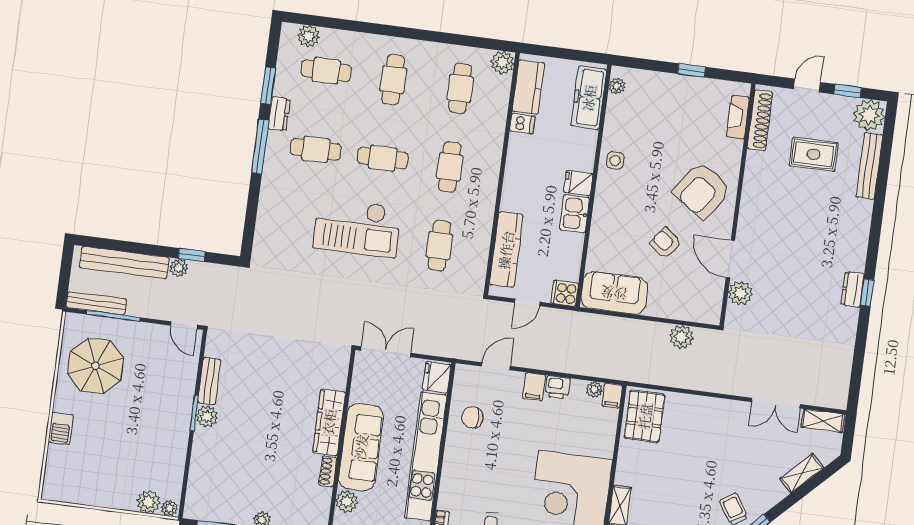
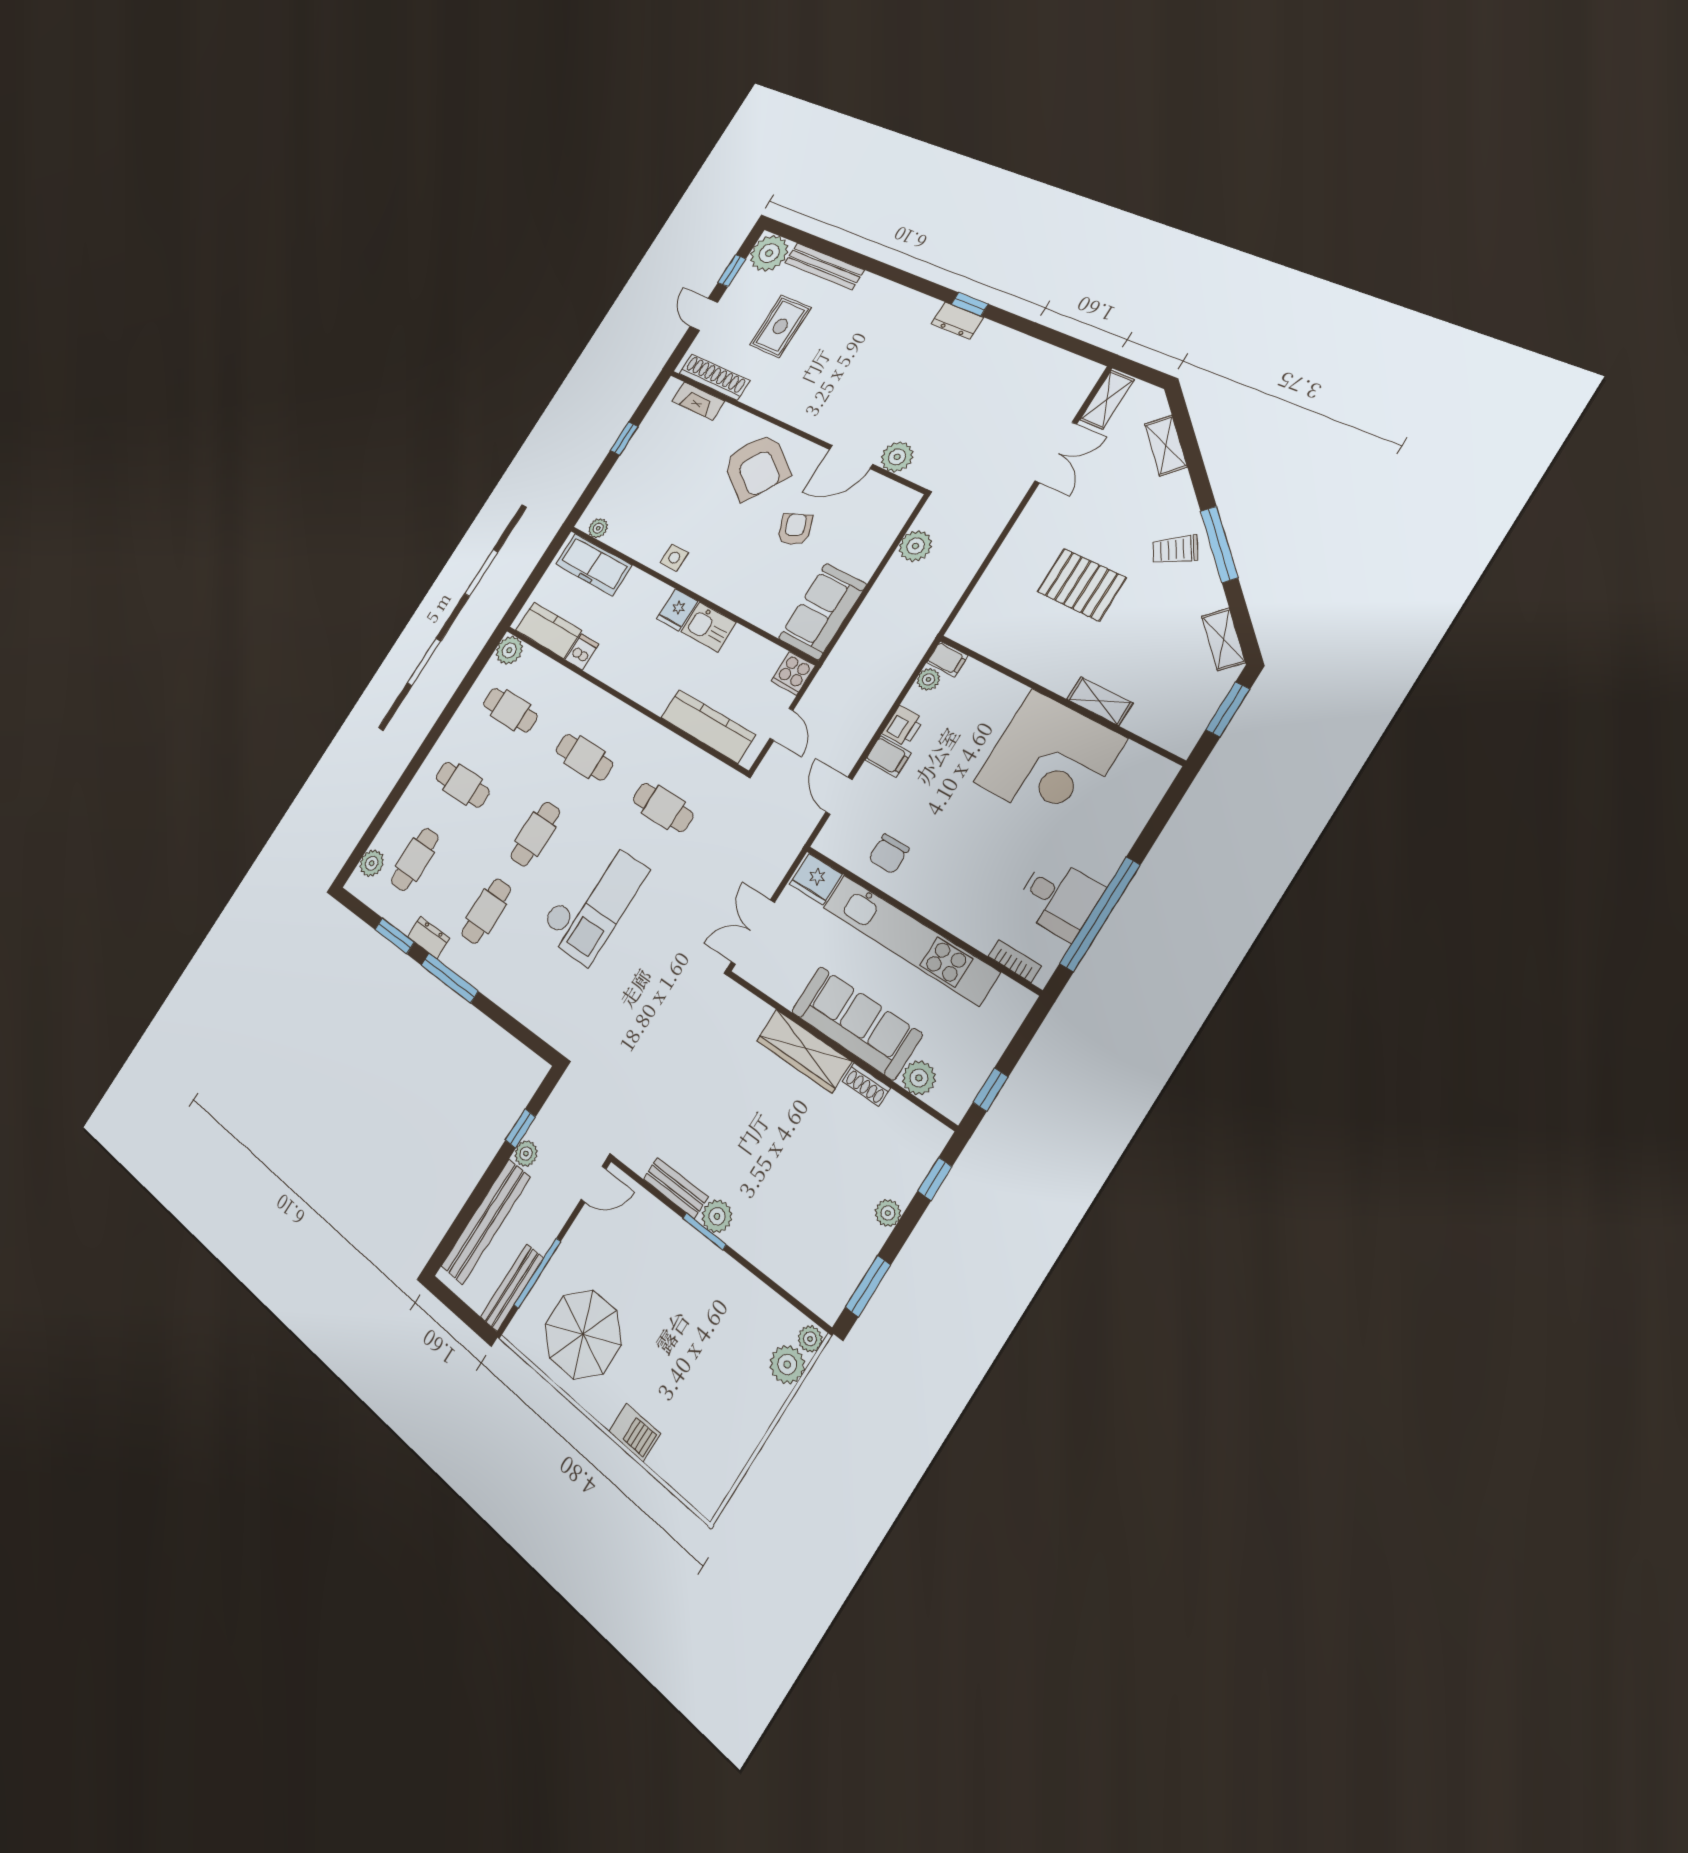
armchair: (666, 243) -> (795, 529), turned 122
pallet: (645, 416) -> (1081, 585), moved

